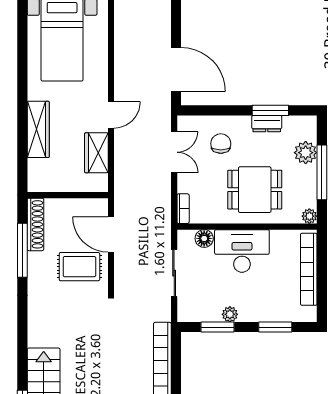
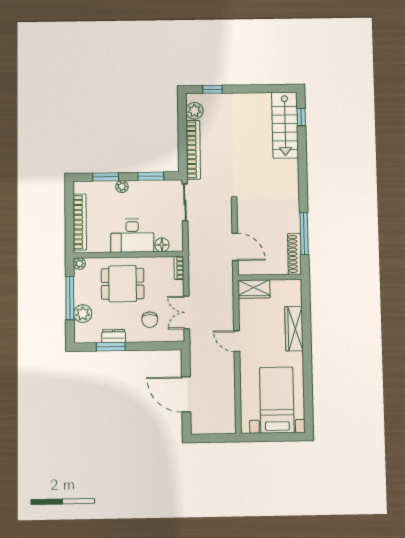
door: (176, 70) -> (186, 394), moved
door: (111, 115) -> (237, 341), hinge flipped
wardrobe: (96, 153) -> (254, 289), moved, turned 90
rug: (79, 267) -> (259, 221), removed
sliding door: (174, 273) -> (185, 202), moved
plant: (230, 314) -> (122, 187), moved

